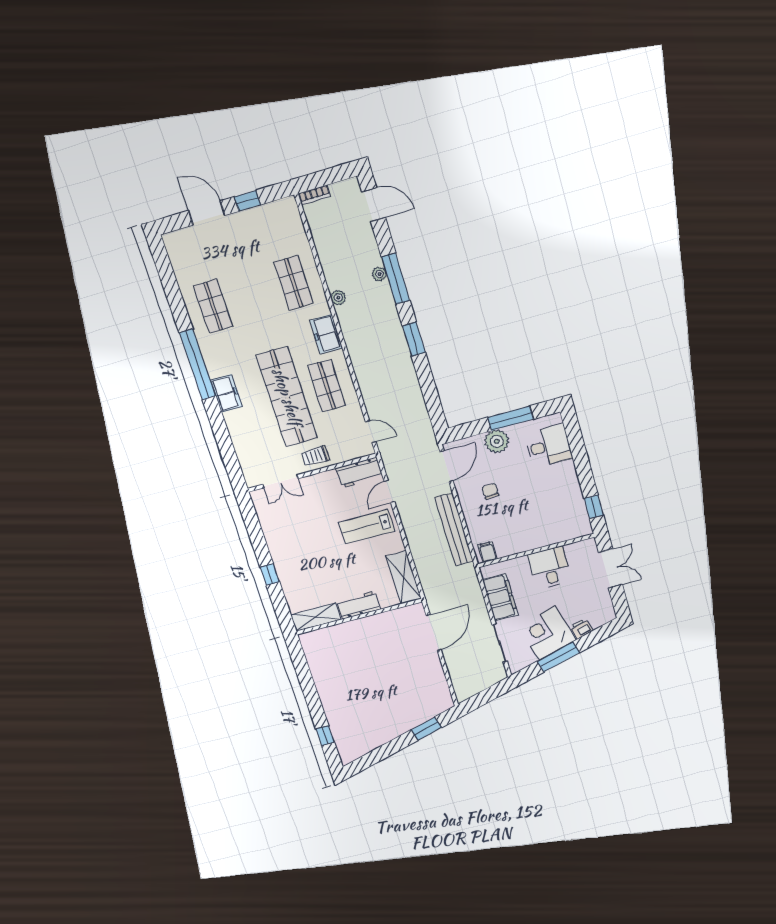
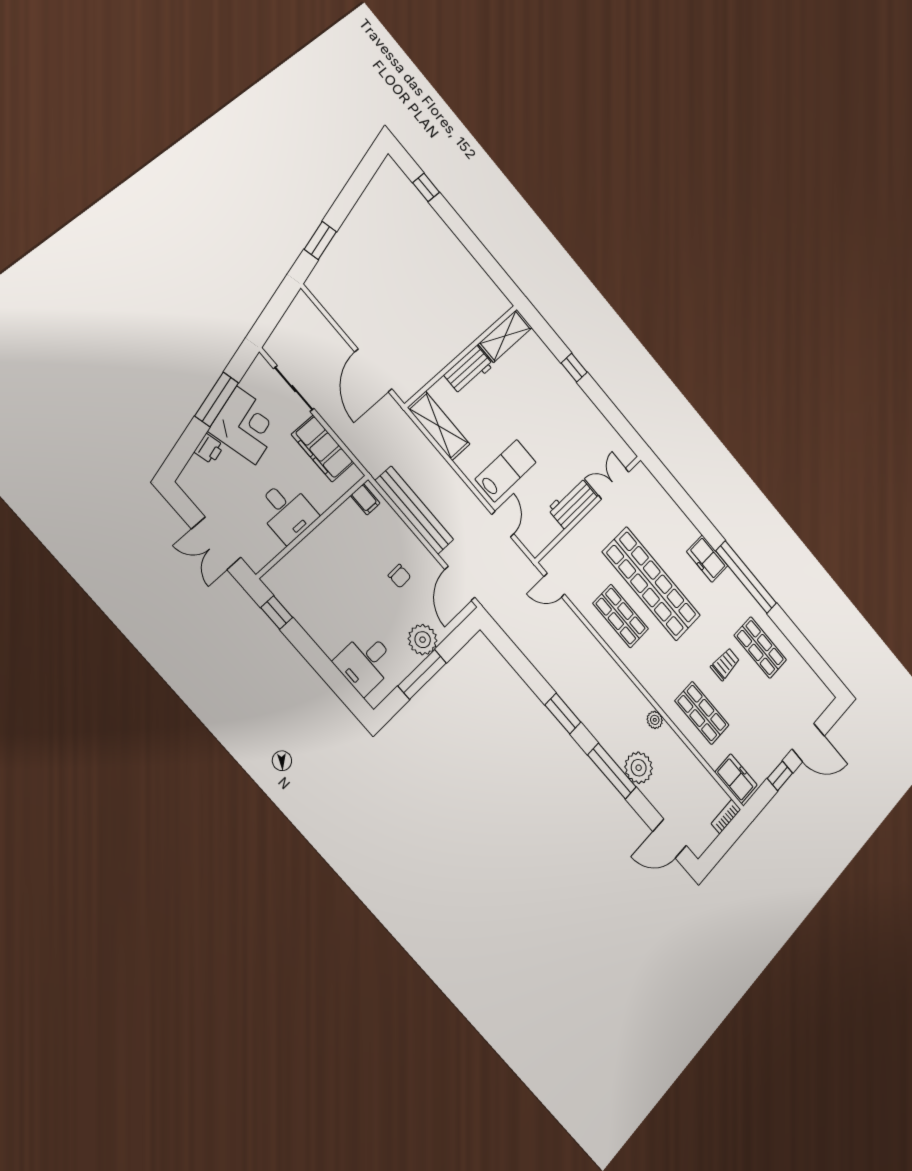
plant: (379, 274) -> (639, 768), width x1.87, depth x1.87
freezer: (326, 334) -> (736, 779), moved
trolley: (315, 456) -> (725, 664), moved
workbench: (360, 473) -> (572, 503), moved

